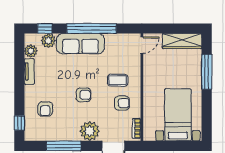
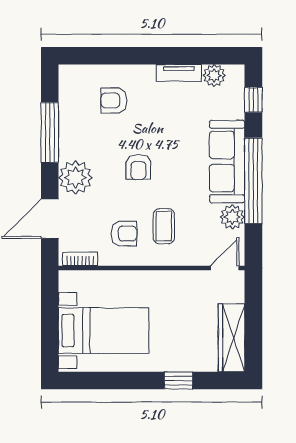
plant: (48, 41) -> (232, 217), moved
door: (142, 45) -> (225, 268), swing flipped
window: (207, 72) -> (179, 381), width x0.46
armchair: (122, 103) -> (124, 234), turned -90
window: (19, 123) -> (89, 56), removed

